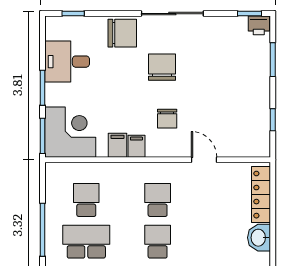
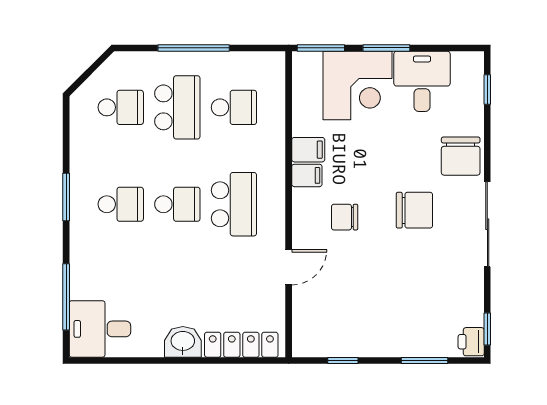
corner desk: (70, 132) -> (358, 86), moved
school desk: (158, 200) -> (234, 204), width x1.85

